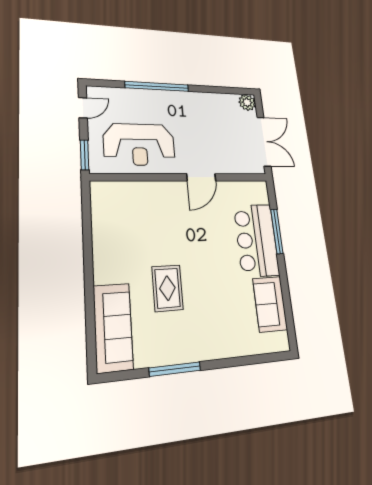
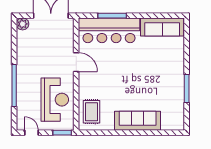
bar counter: (256, 240) -> (109, 30), width x1.36
rug: (167, 288) -> (91, 112), moved, turned 90
sofa: (270, 304) -> (162, 27), width x1.36
sofa: (113, 327) -> (138, 121), moved

